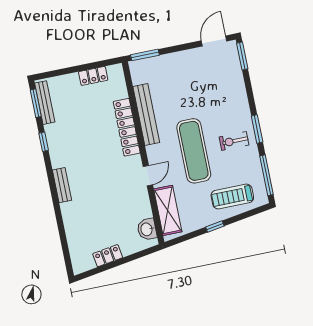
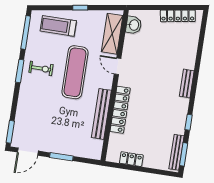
window: (145, 55) -> (61, 157), moved
door: (148, 176) -> (118, 66), hinge flipped
treadmill: (232, 197) -> (58, 26), turned 180
locker: (108, 256) -> (178, 16), width x1.53

